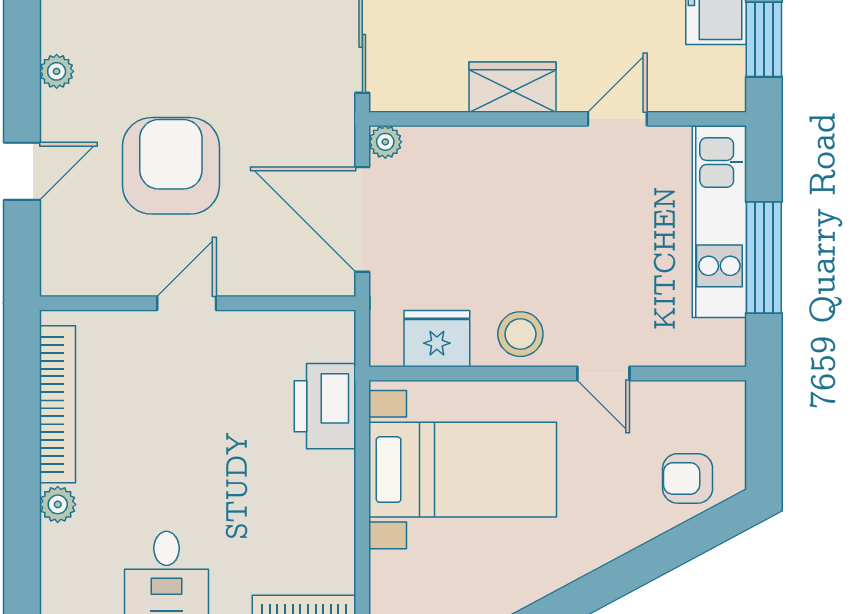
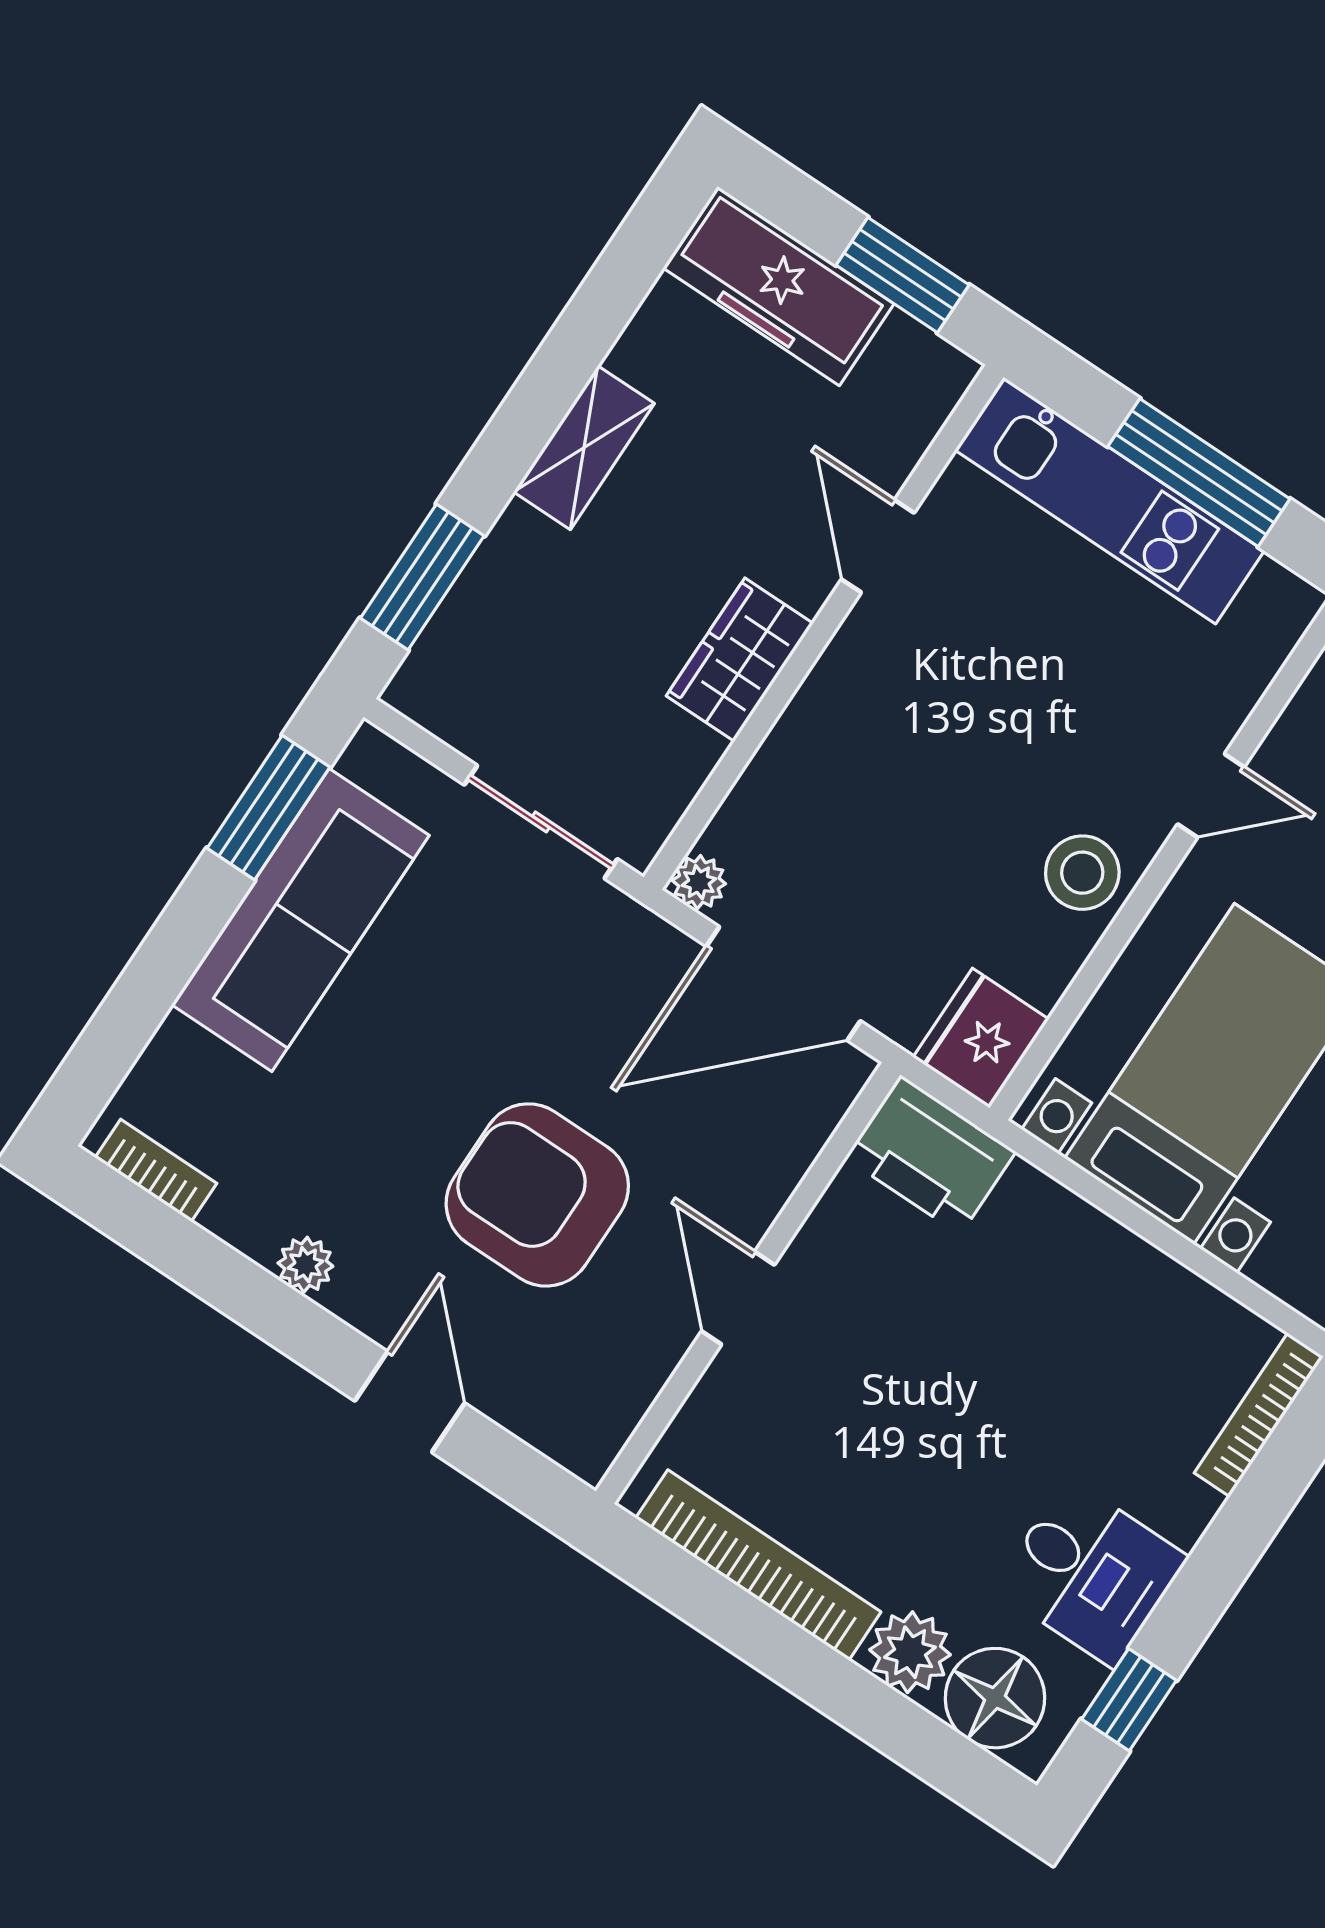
fridge: (437, 339) -> (981, 1038), moved
printer: (325, 406) -> (930, 1155), moved
plant: (58, 504) -> (910, 1652), width x1.38, depth x1.38
floor lamp: (70, 570) -> (995, 1698), added

